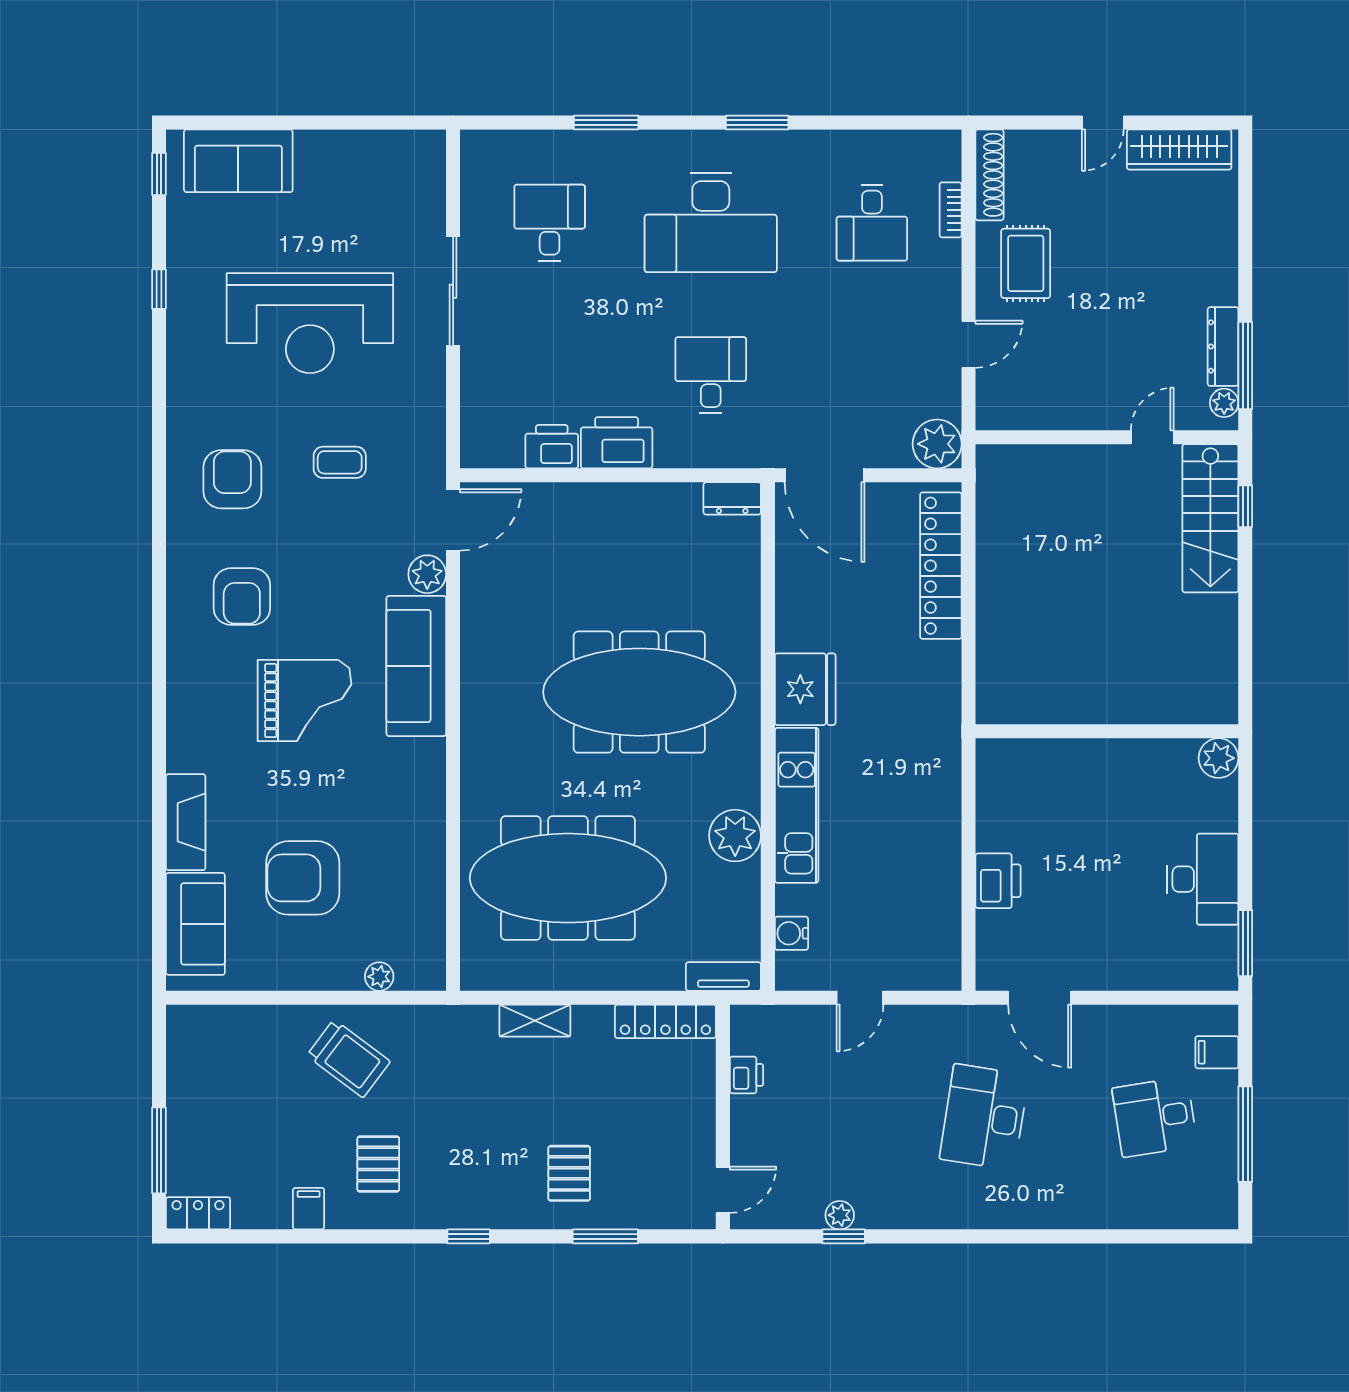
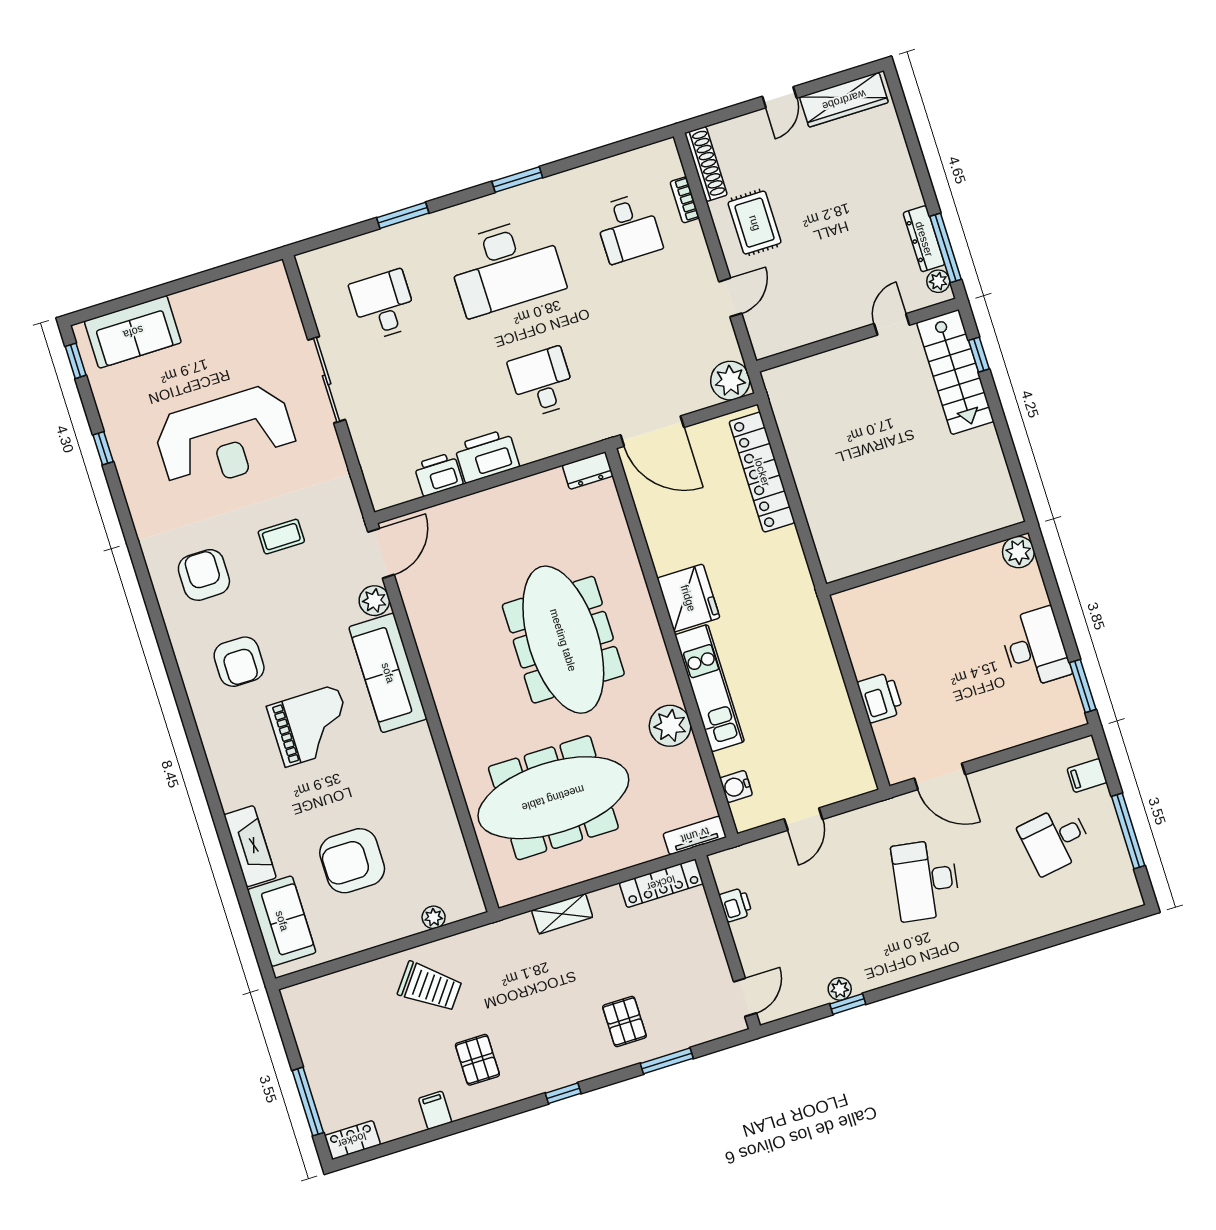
meeting table: (639, 692) -> (563, 640), turned 90

